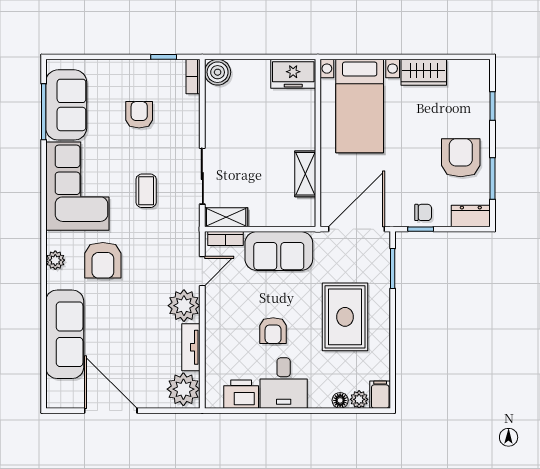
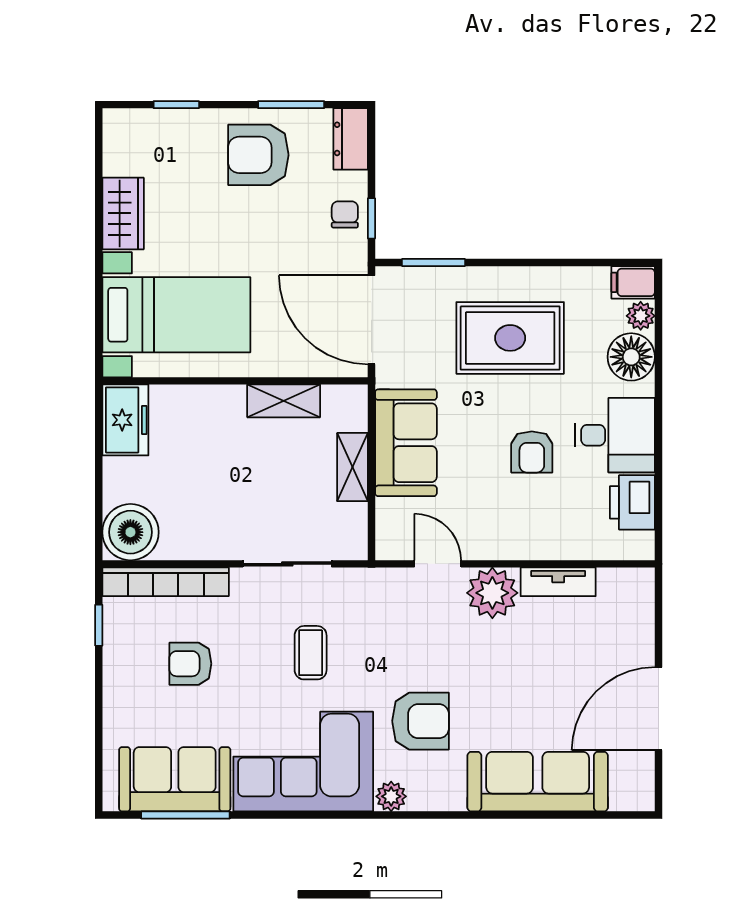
boiler: (218, 72) -> (130, 532), width x1.37, depth x1.37
bookcase: (193, 77) -> (166, 582), width x2.31, depth x1.31
coffee table: (146, 191) -> (311, 653), turned 90
shelving: (226, 217) -> (352, 467), moved
bookcase: (226, 239) -> (386, 527), removed
plant: (55, 260) -> (391, 796), moved
armchair: (273, 331) -> (532, 452), turned 90
plant: (183, 389) -> (625, 594), removed
floor lamp: (340, 400) -> (631, 357), width x1.89, depth x1.89

